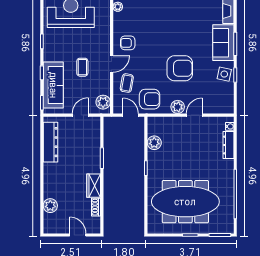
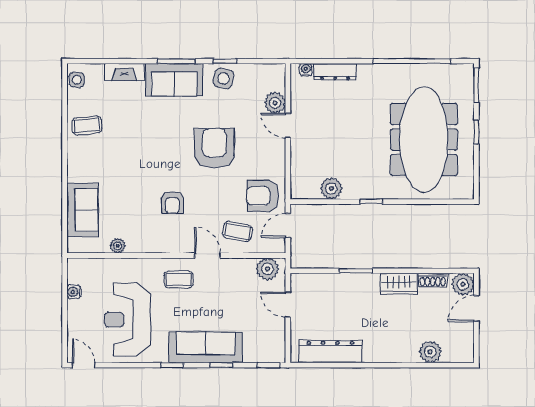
armchair: (128, 43) -> (172, 202), moved
coffee table: (82, 67) -> (179, 279), moved
sofa: (53, 85) -> (206, 347), moved
armchair: (150, 99) -> (263, 196), turned -90
plant: (178, 107) -> (275, 103), moved
plant: (93, 226) -> (463, 284), added

